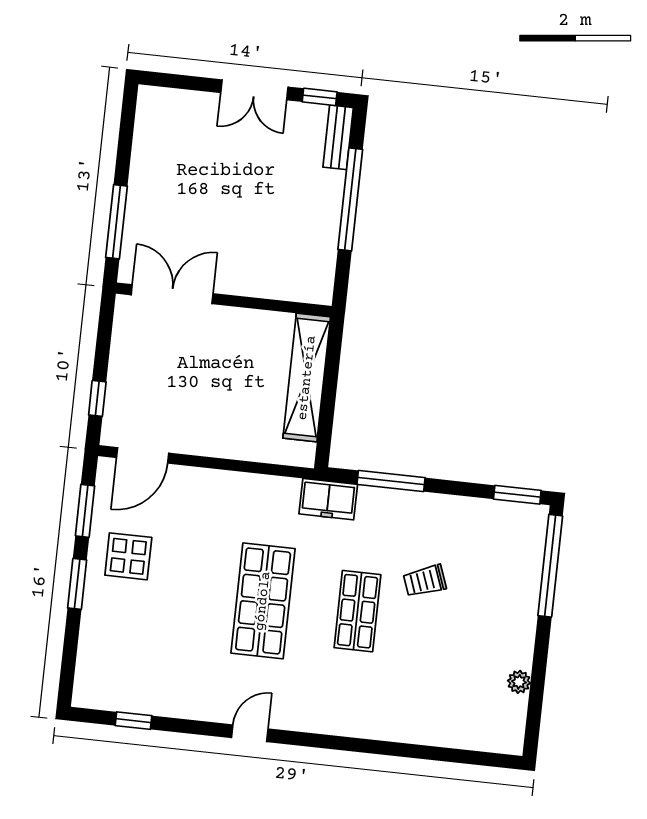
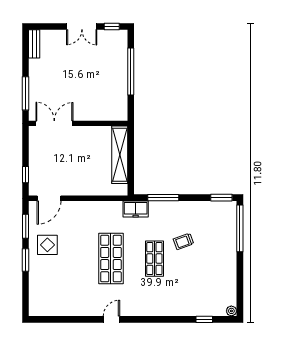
bench: (338, 137) -> (34, 44), moved
plant: (519, 682) -> (231, 311), moved
window: (133, 721) -> (204, 319), moved

